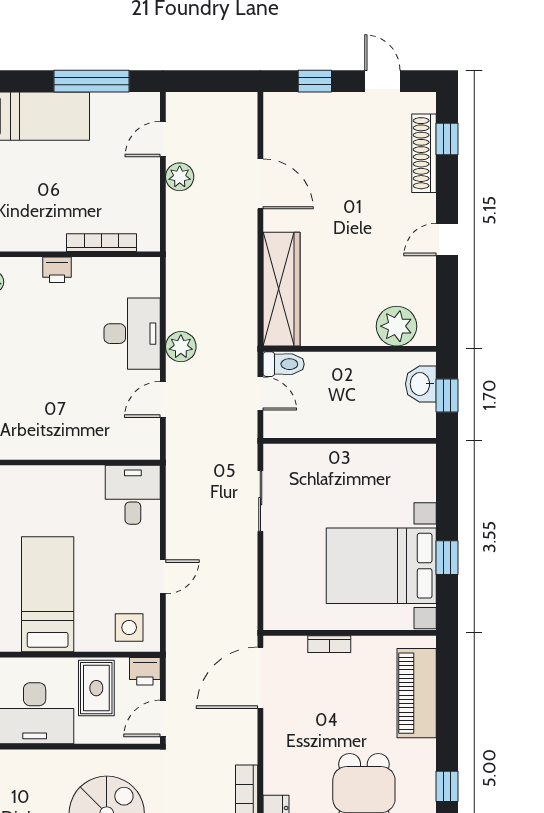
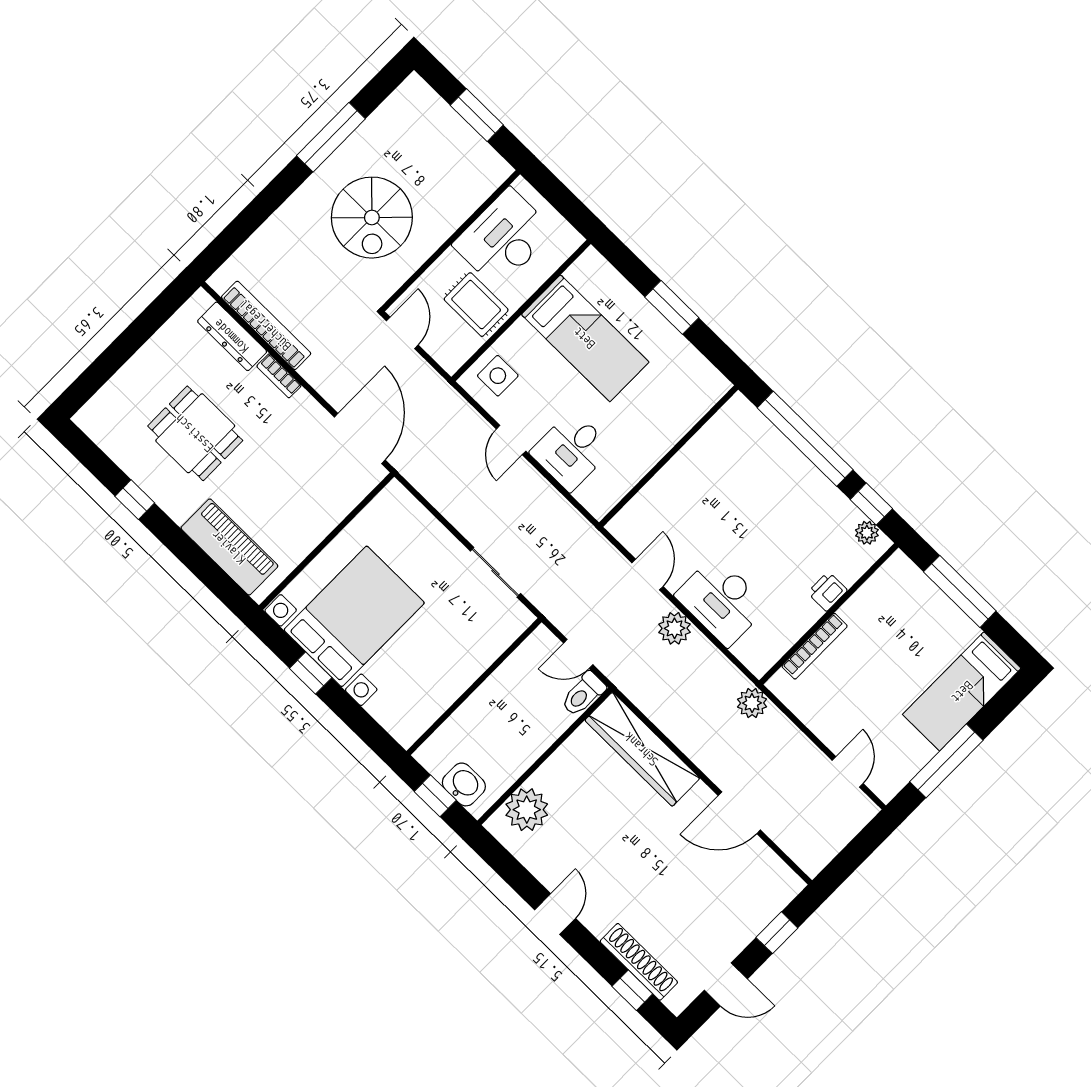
plant: (180, 177) -> (752, 703), moved
desk: (133, 495) -> (571, 451), moved, turned 90
bookcase: (329, 644) -> (279, 376), moved, turned -90
printer: (145, 671) -> (452, 355), removed

